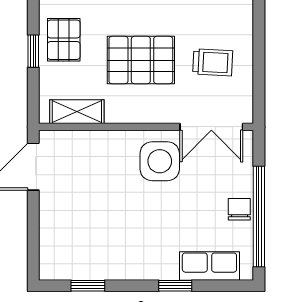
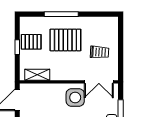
pallet: (64, 40) -> (31, 42), turned 90
pallet: (141, 60) -> (65, 40), moved

